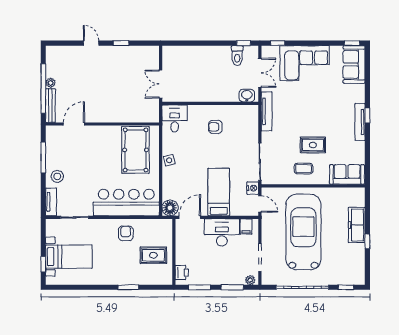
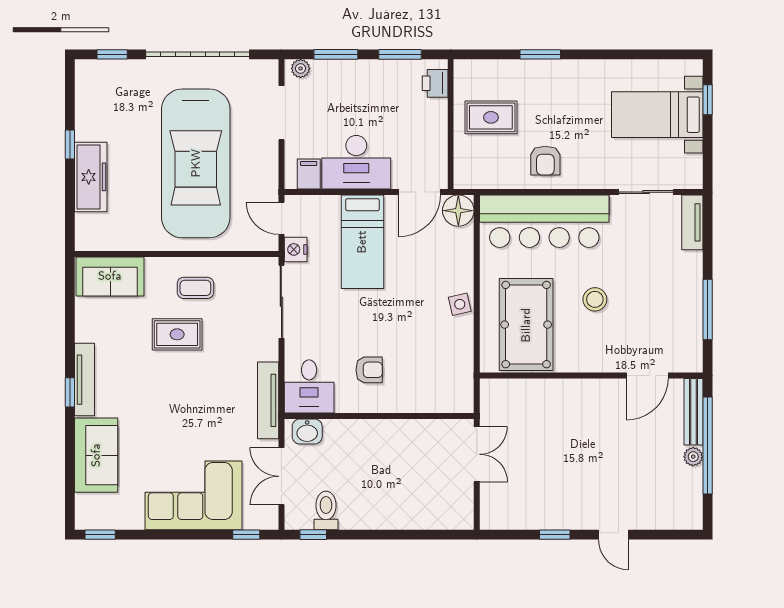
sofa: (354, 64) -> (96, 455), moved
desk: (175, 118) -> (309, 386), moved
stool: (57, 176) -> (595, 299), moved

